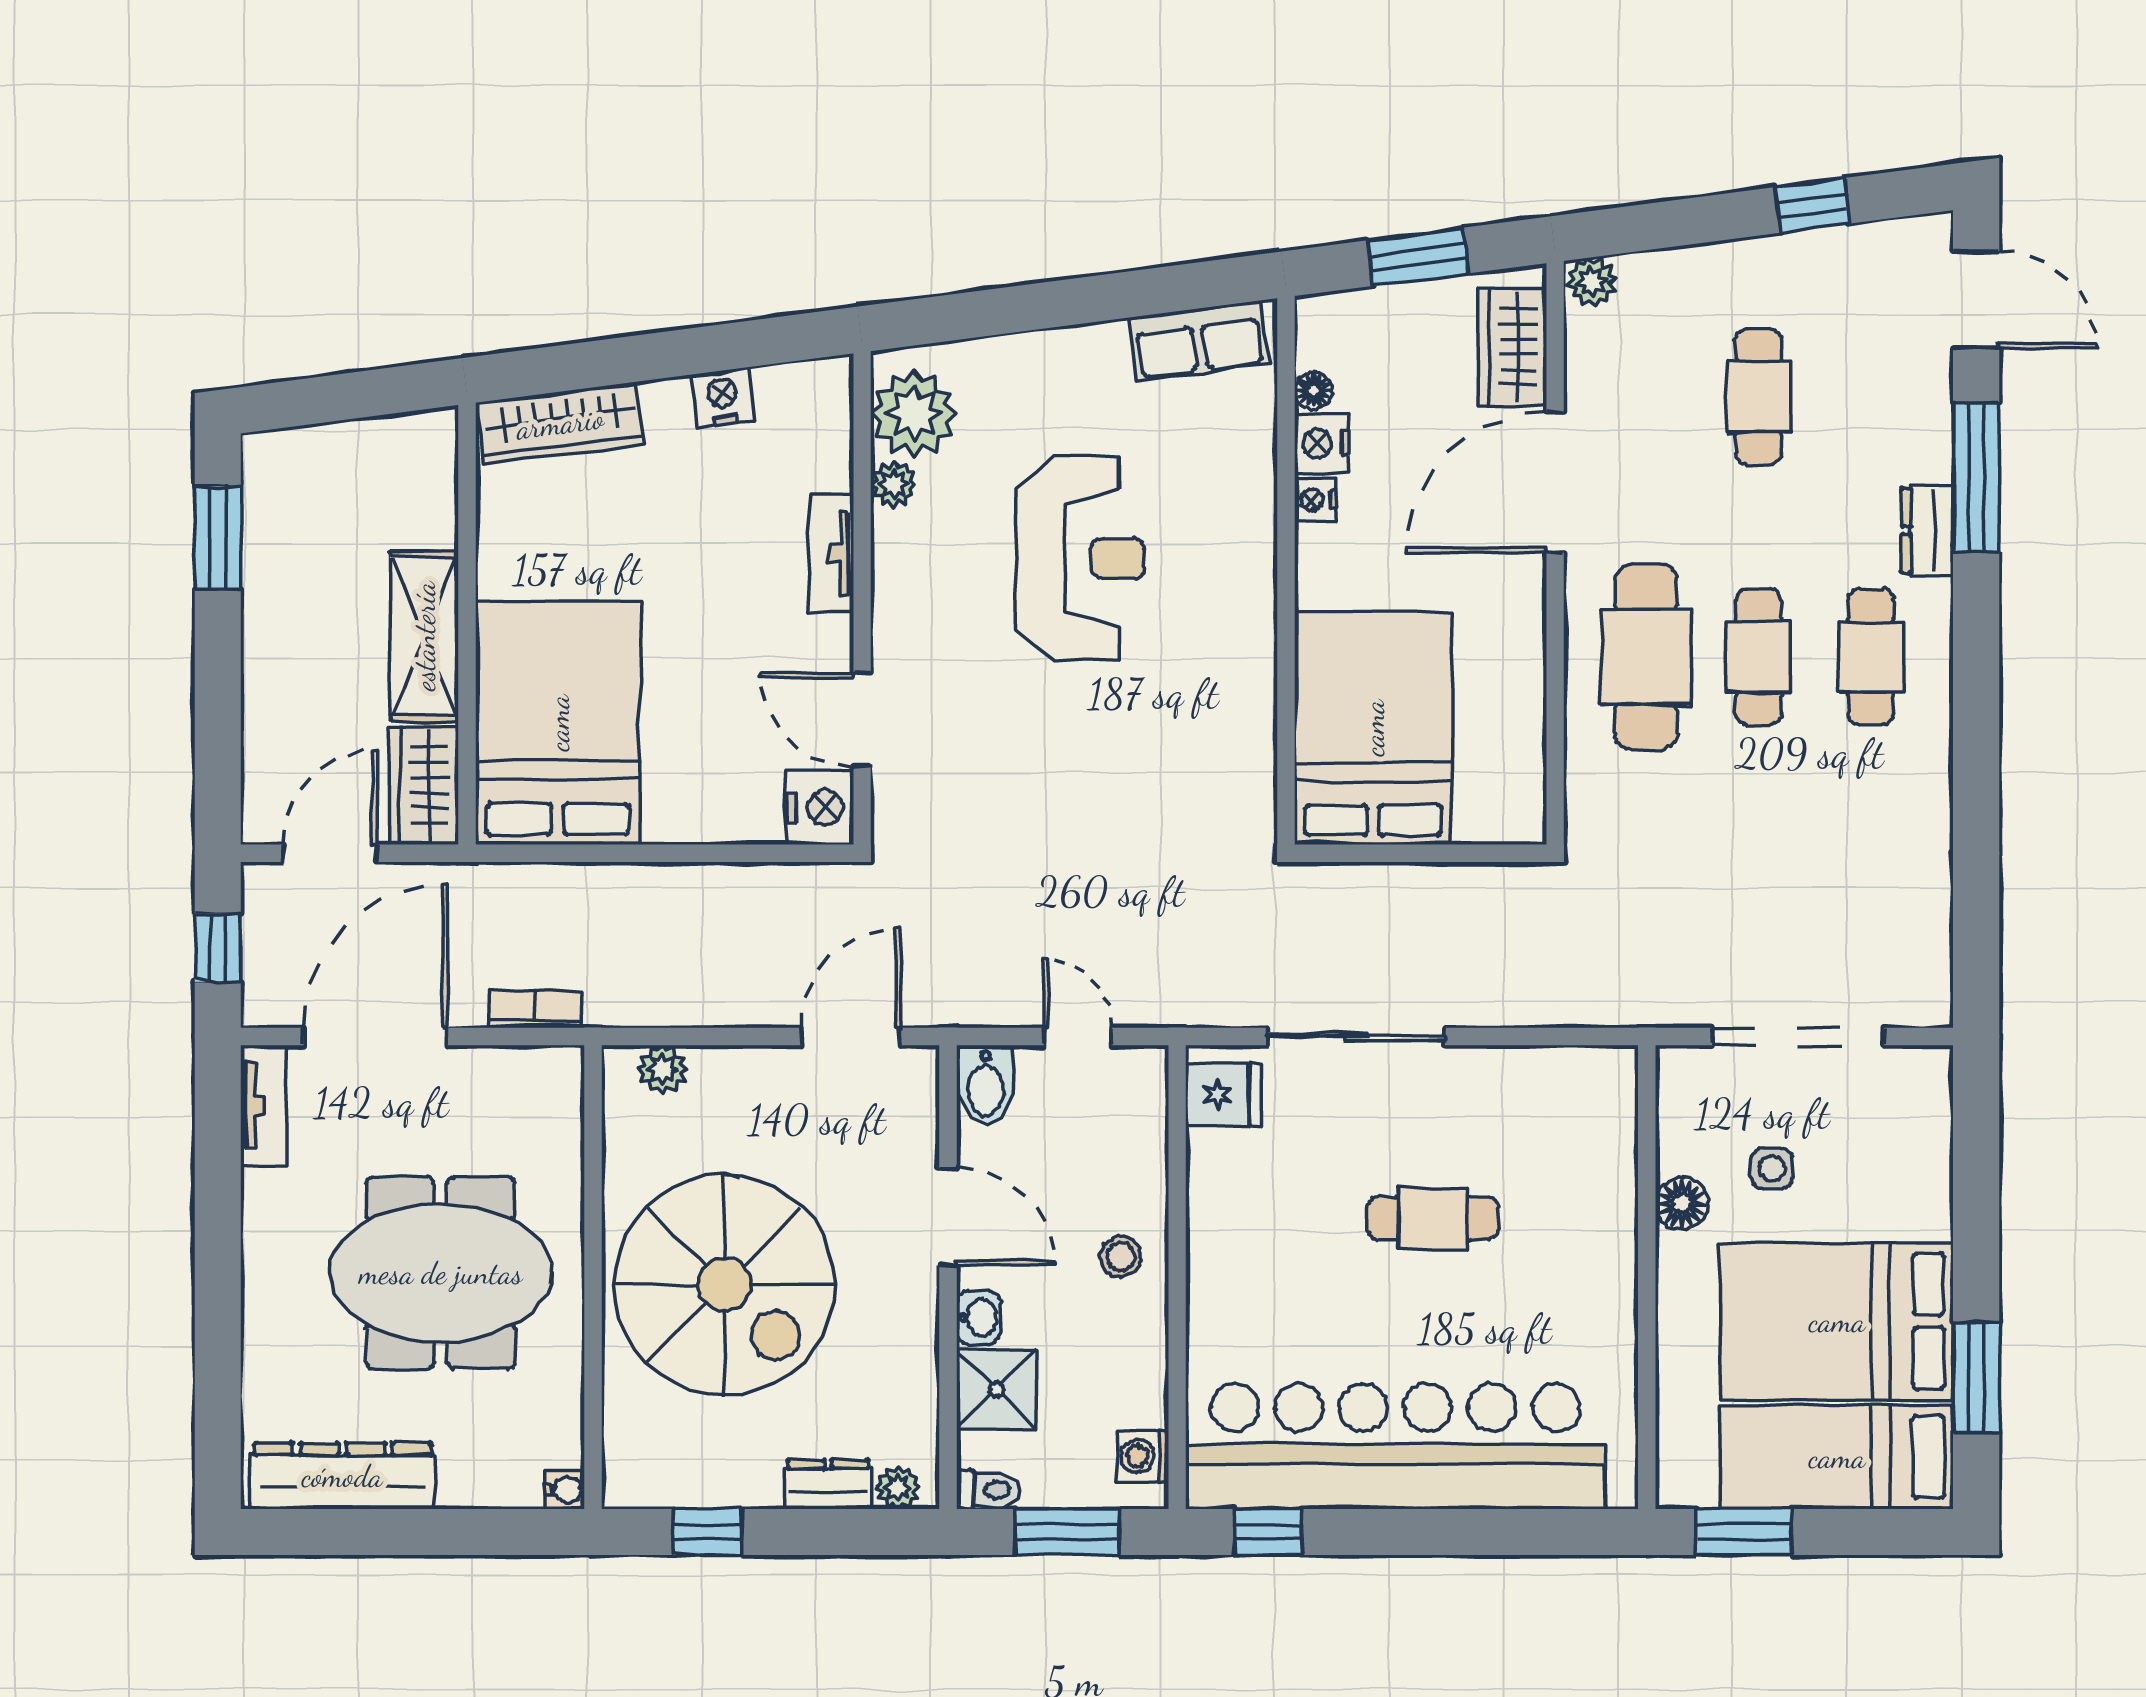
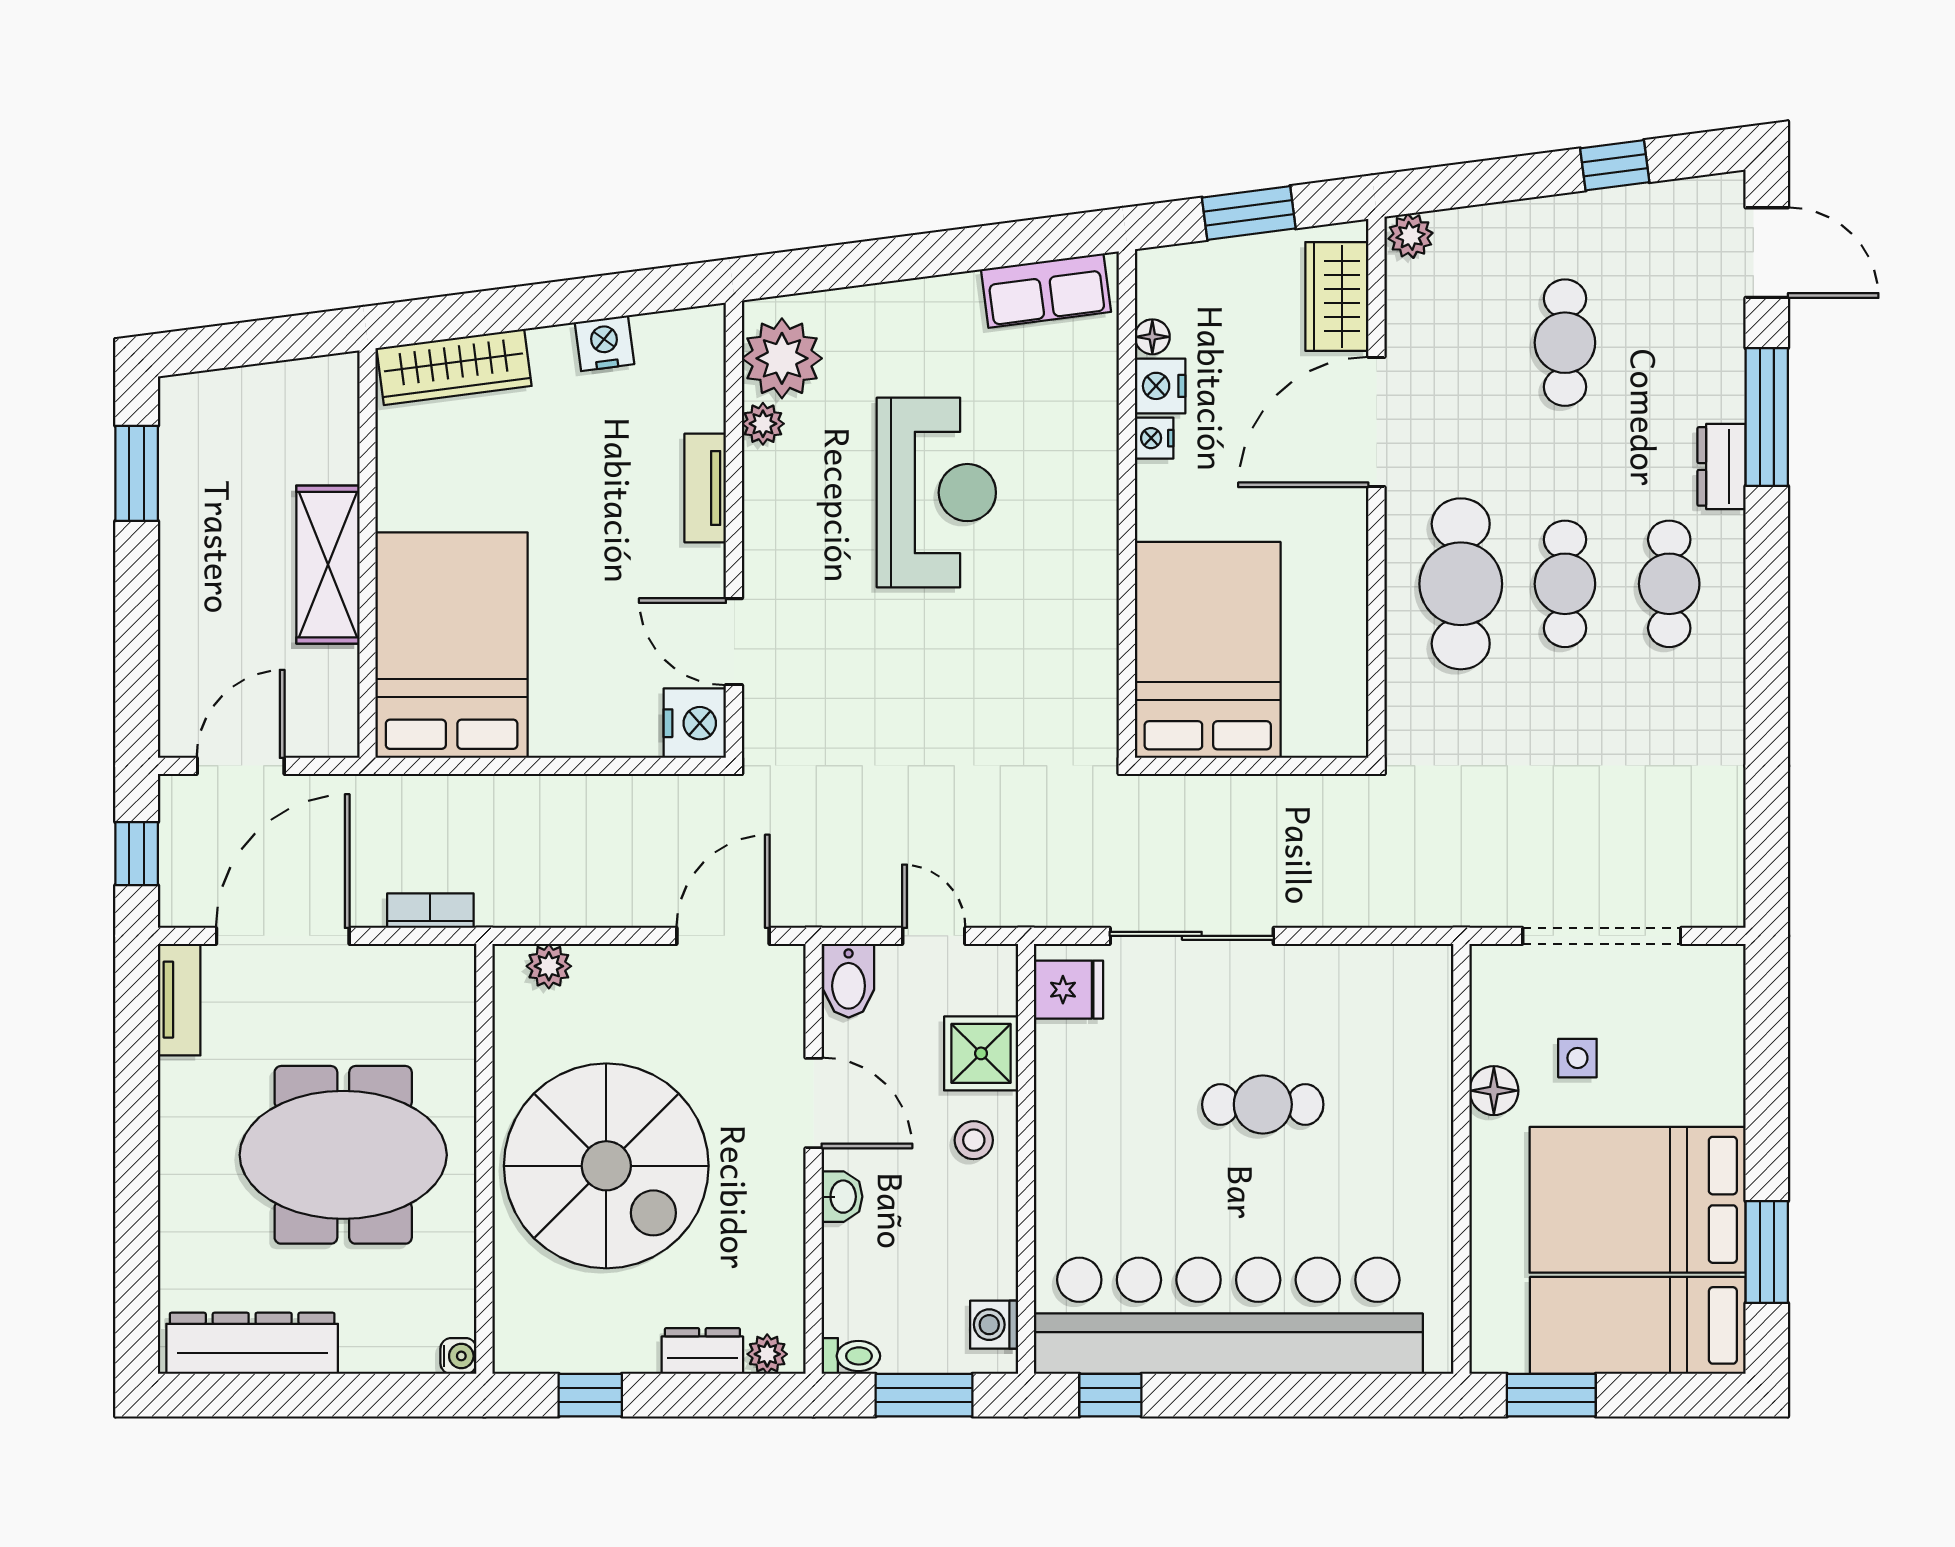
wardrobe: (424, 785) -> (328, 703), removed
shower: (997, 1389) -> (981, 1053), moved

